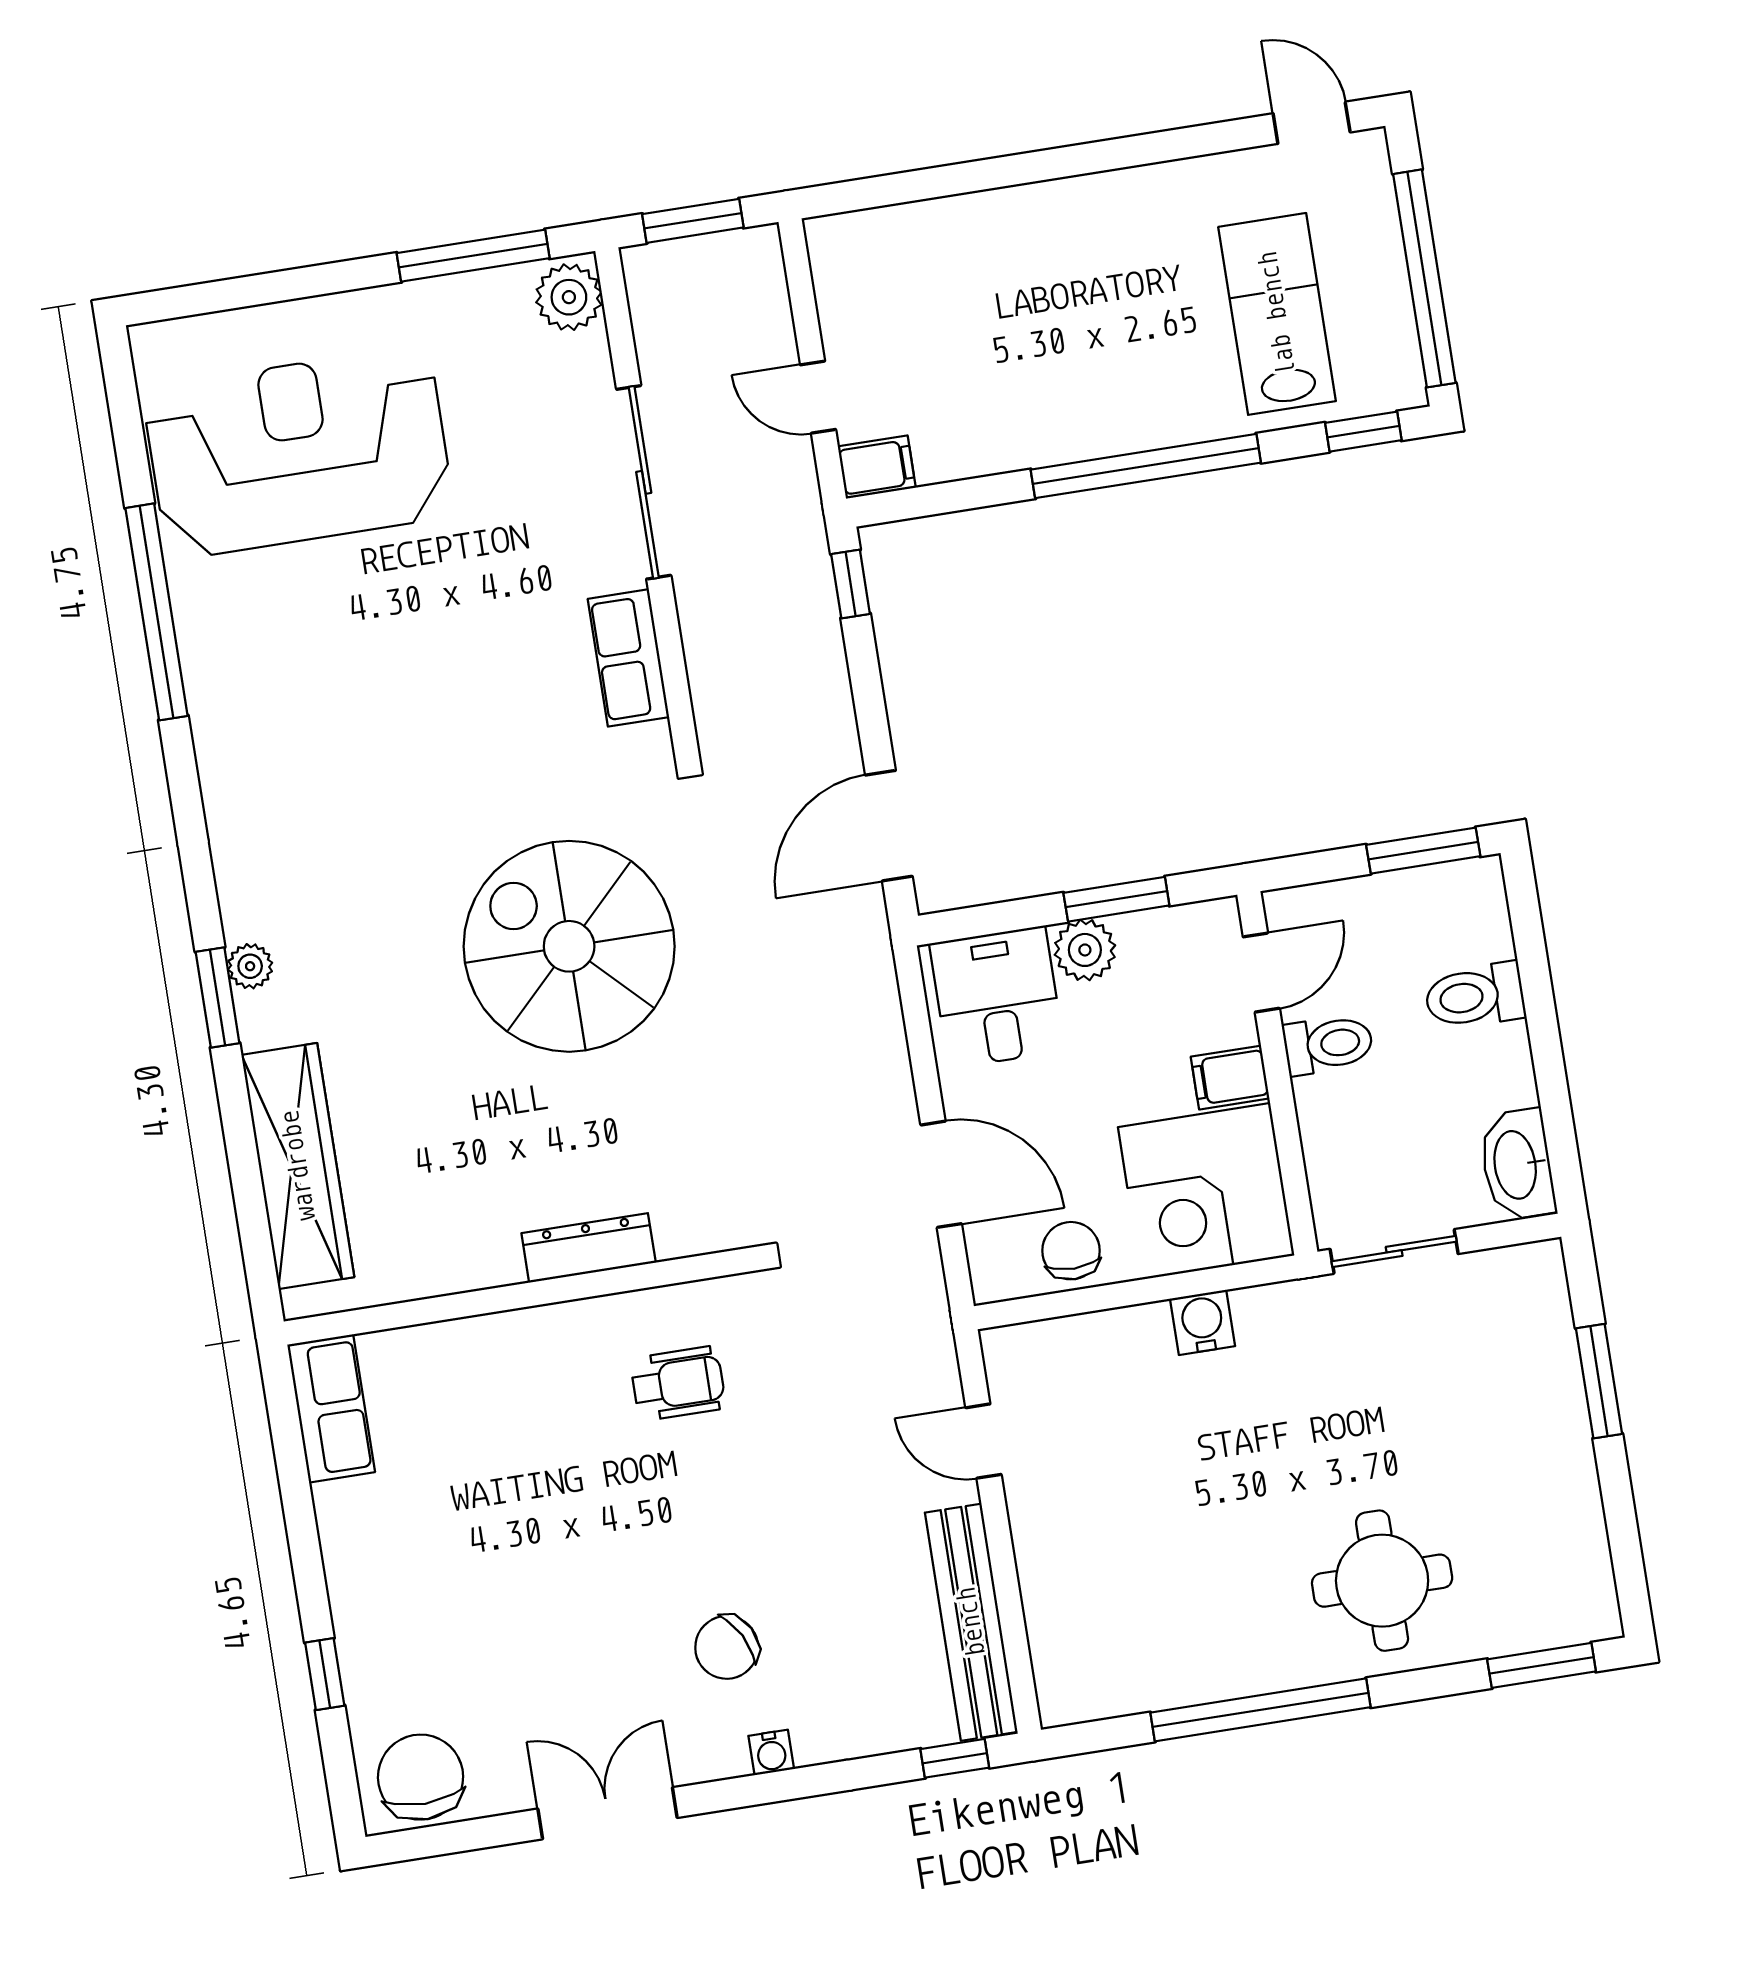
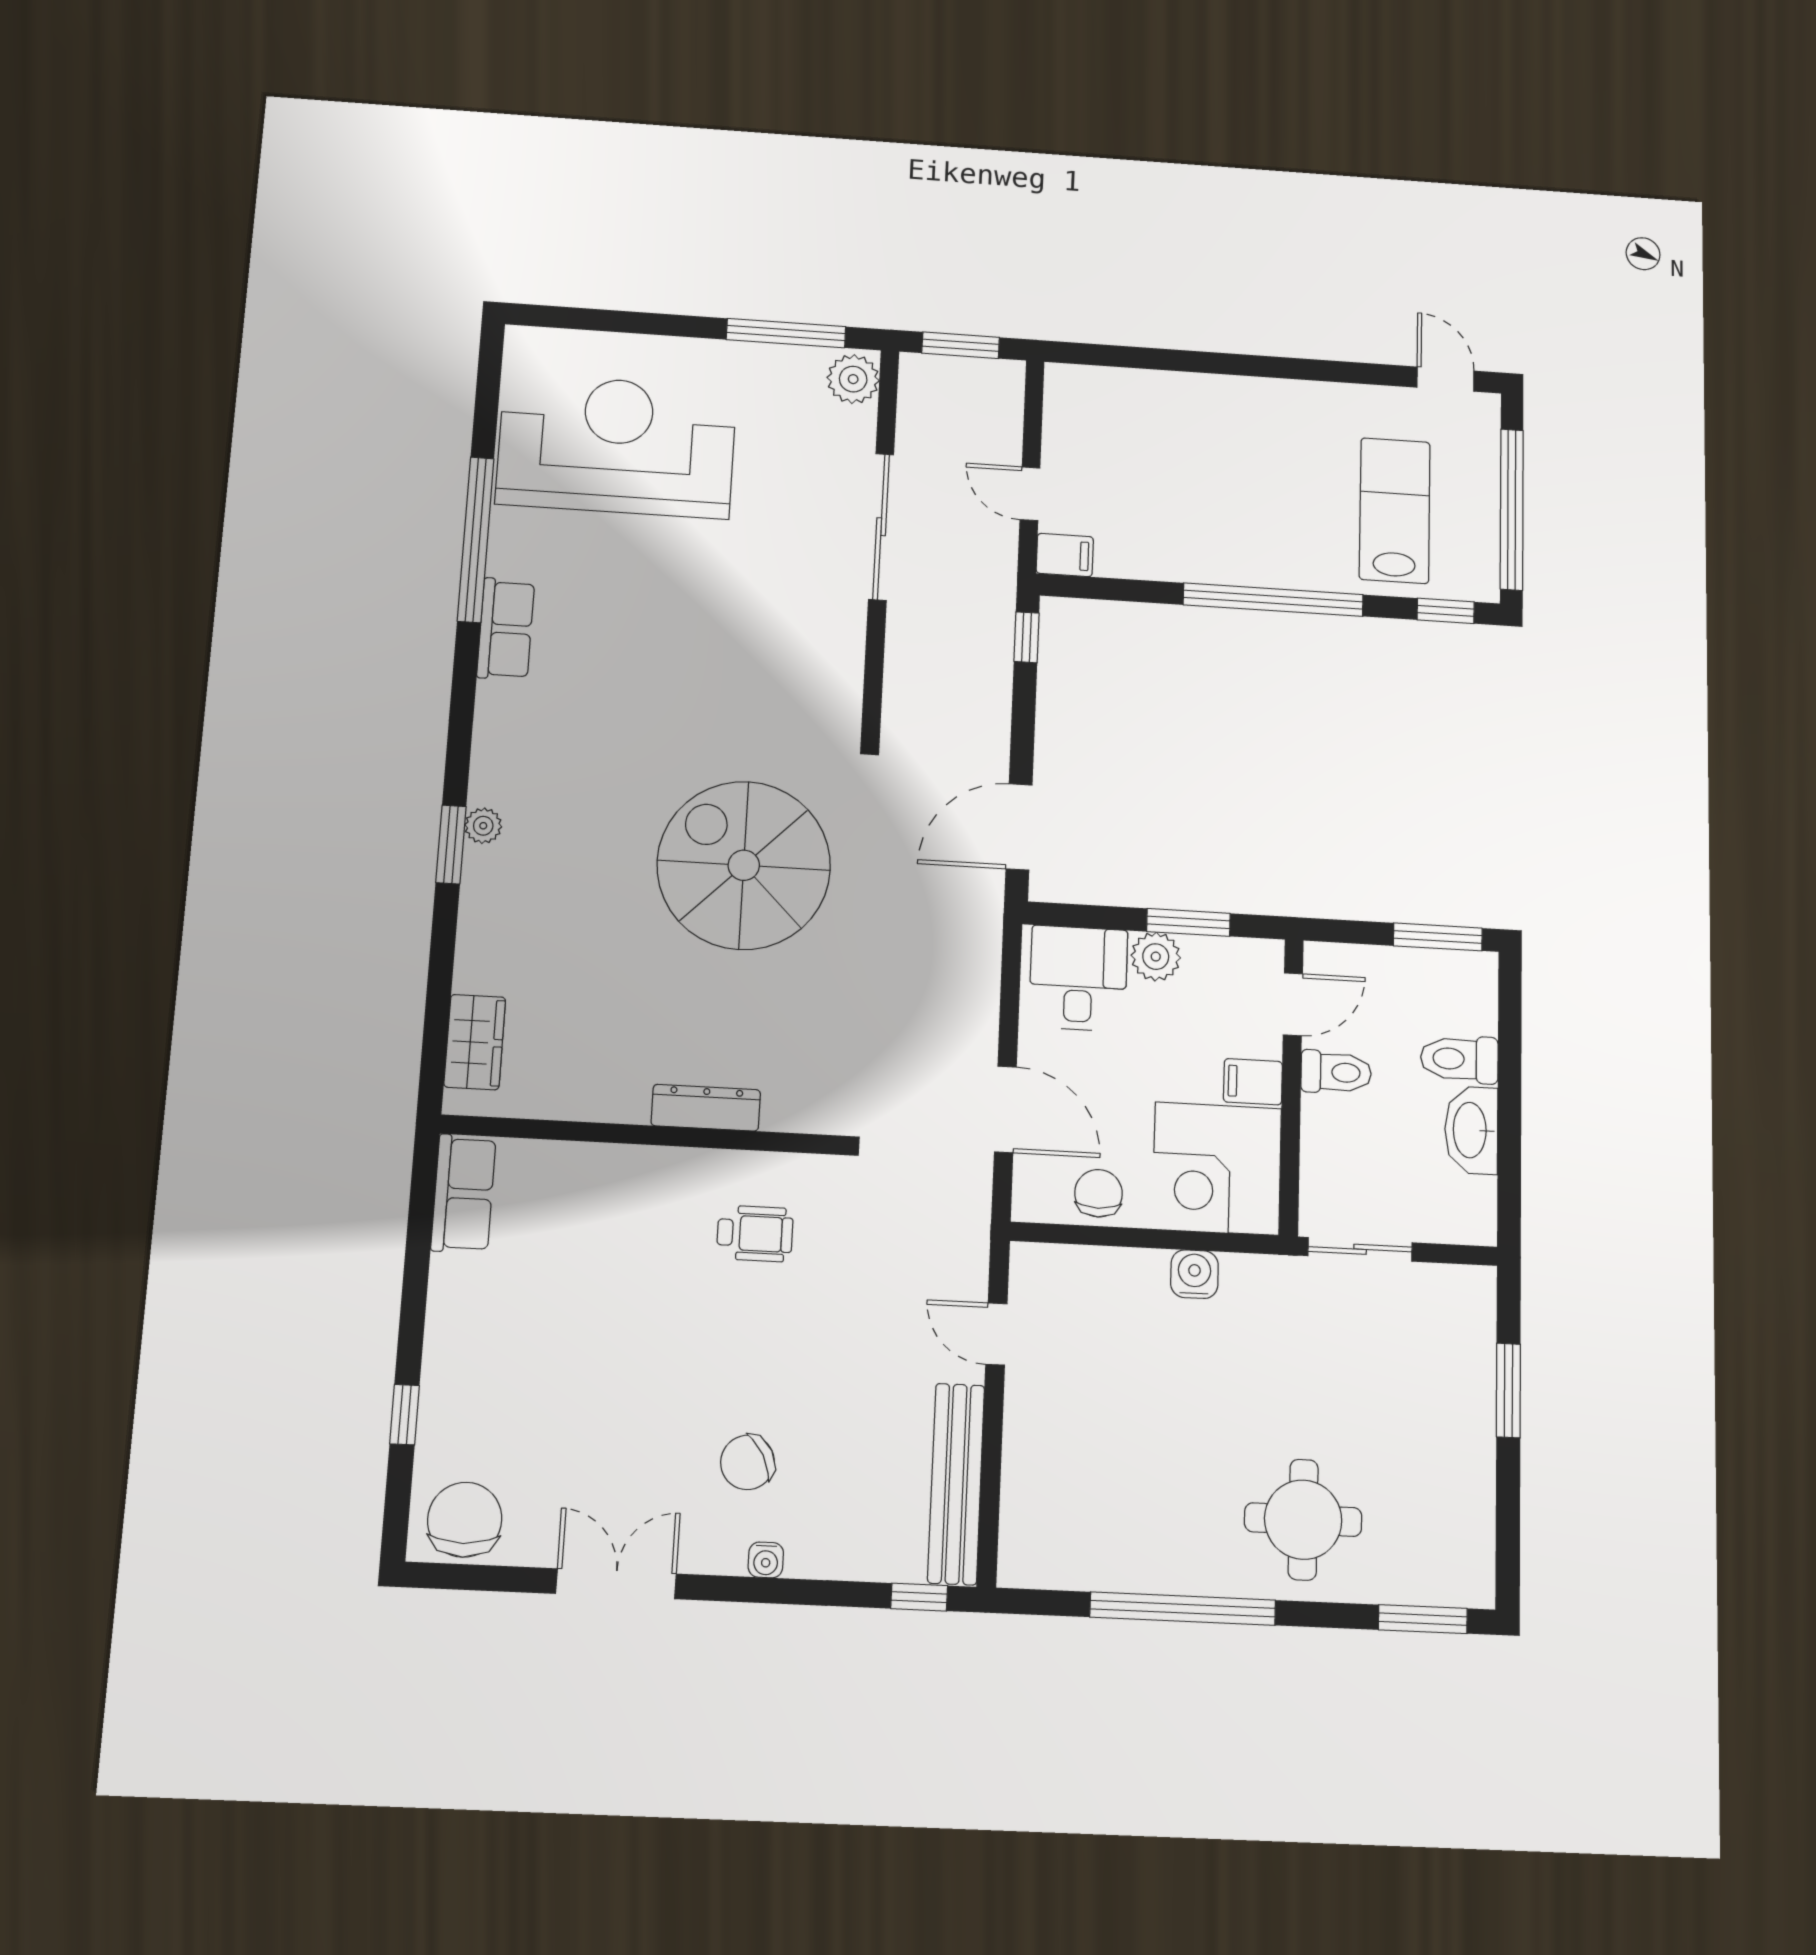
row of seats: (628, 658) -> (506, 629), moved, turned 180
washbasin: (1517, 1165) -> (1471, 1130), moved
wardrobe: (298, 1166) -> (475, 1042), width x0.48, depth x0.85

